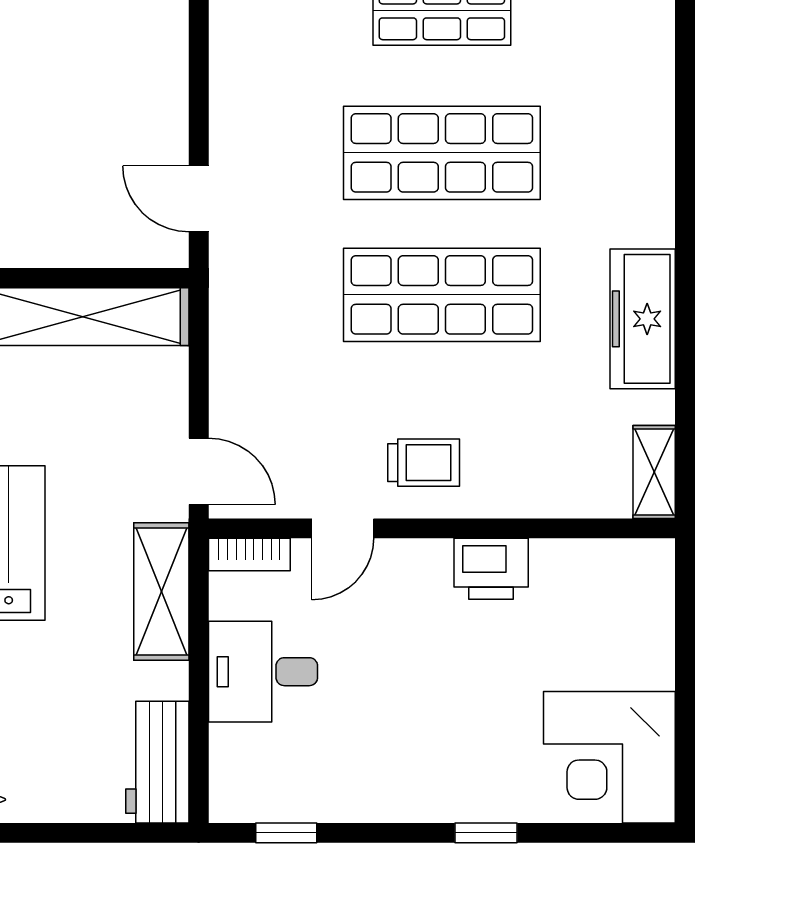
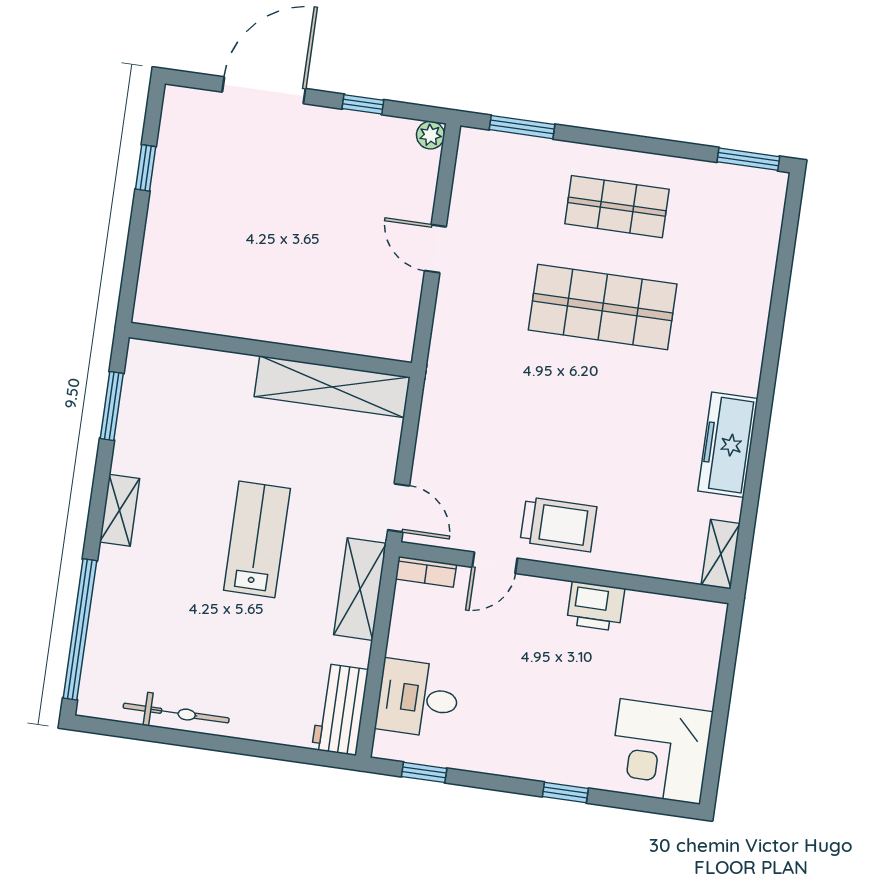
door: (199, 199) -> (435, 249), moved
shop shelf: (442, 295) -> (588, 407), removed
trolley: (424, 463) -> (558, 524), width x1.36, depth x1.39
desk: (263, 672) -> (418, 698), moved

